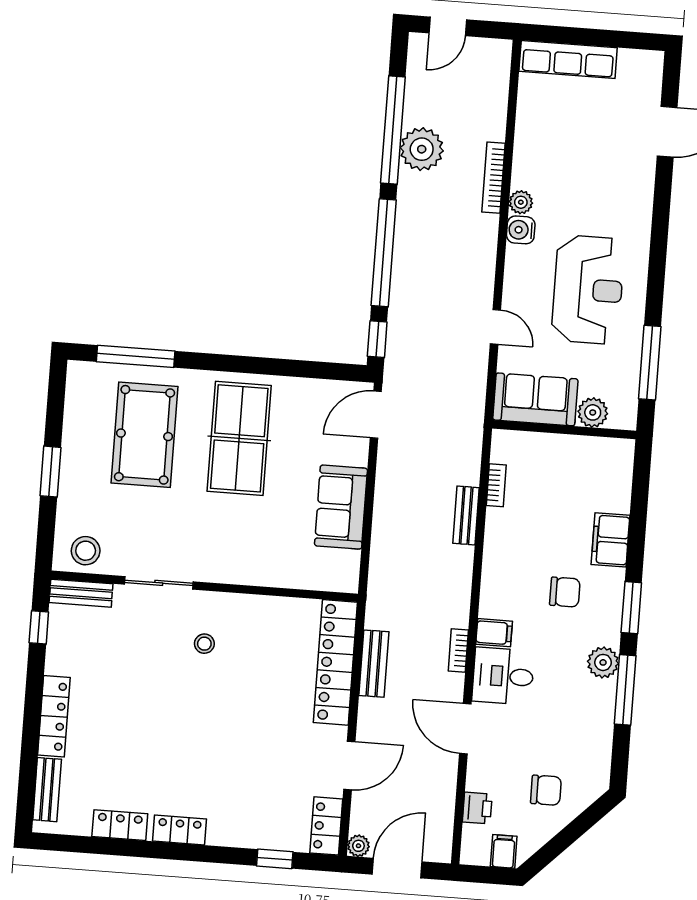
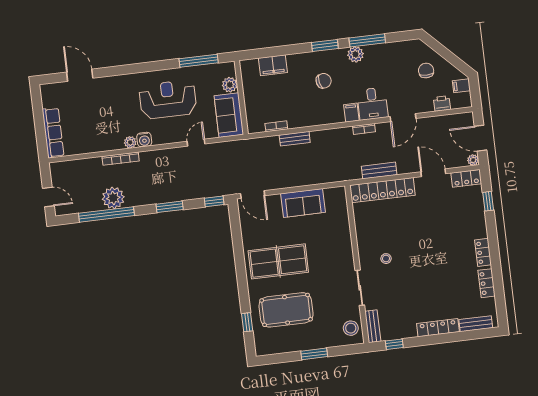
window: (384, 253) -> (170, 207), width x0.47
window: (136, 356) -> (247, 322), width x0.46
filing cabinet: (610, 540) -> (273, 65), moved
chair: (565, 592) -> (324, 81), turned 79

